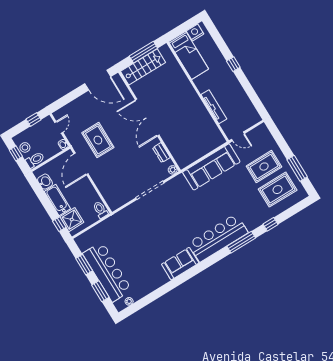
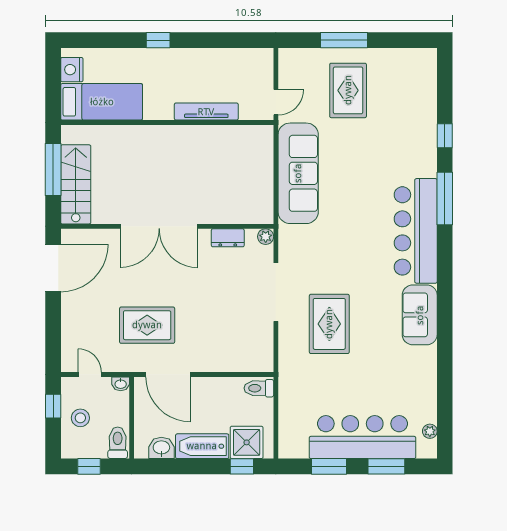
stool: (25, 147) -> (80, 418), moved
window: (297, 168) -> (344, 40), moved
rug: (278, 190) -> (329, 324), moved

